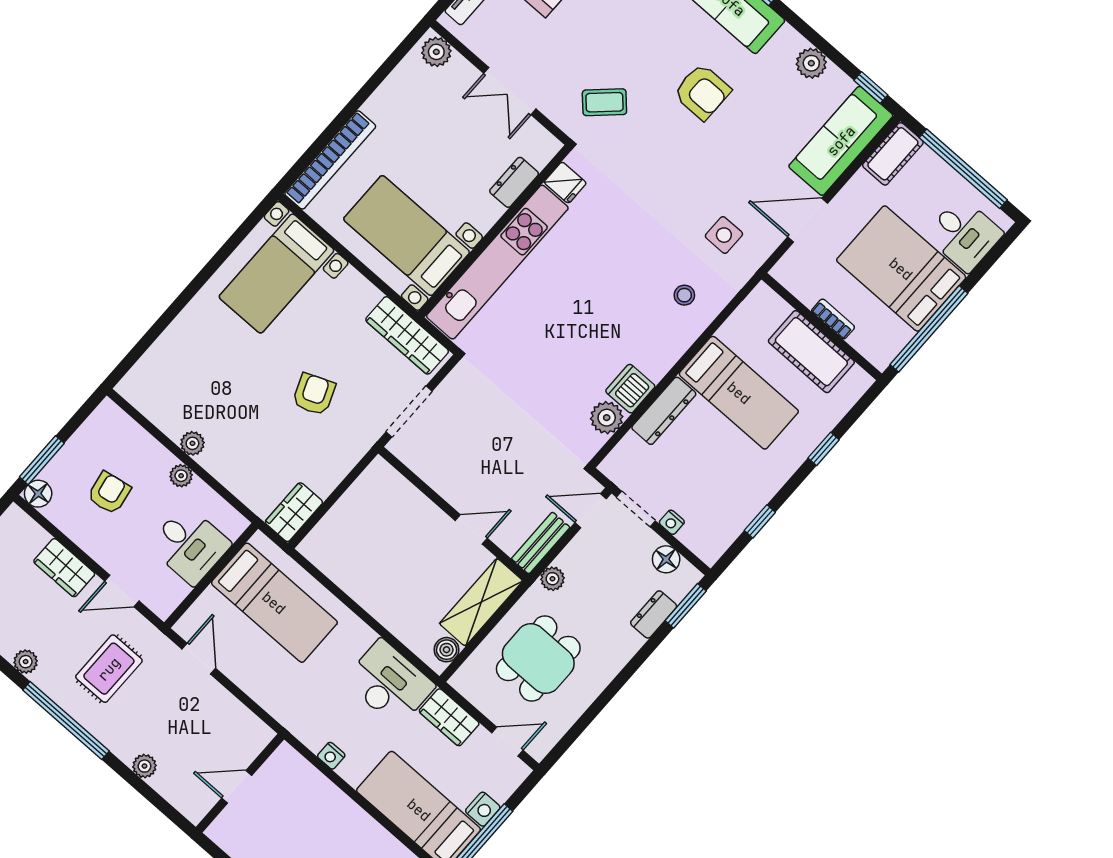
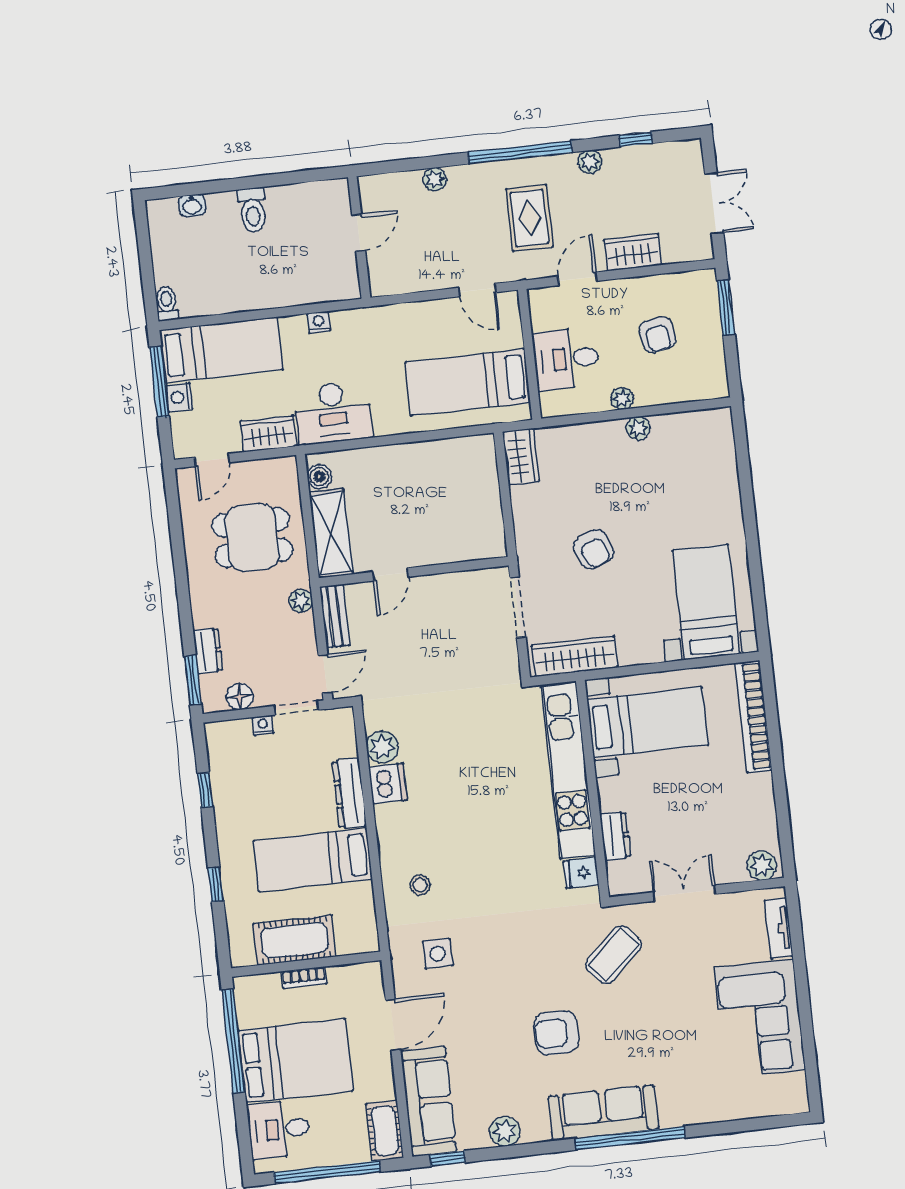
coffee table: (604, 102) -> (614, 955), width x1.36, depth x1.30
floor lamp: (38, 494) -> (704, 282), removed
dining table: (538, 659) -> (252, 538), turned 90

